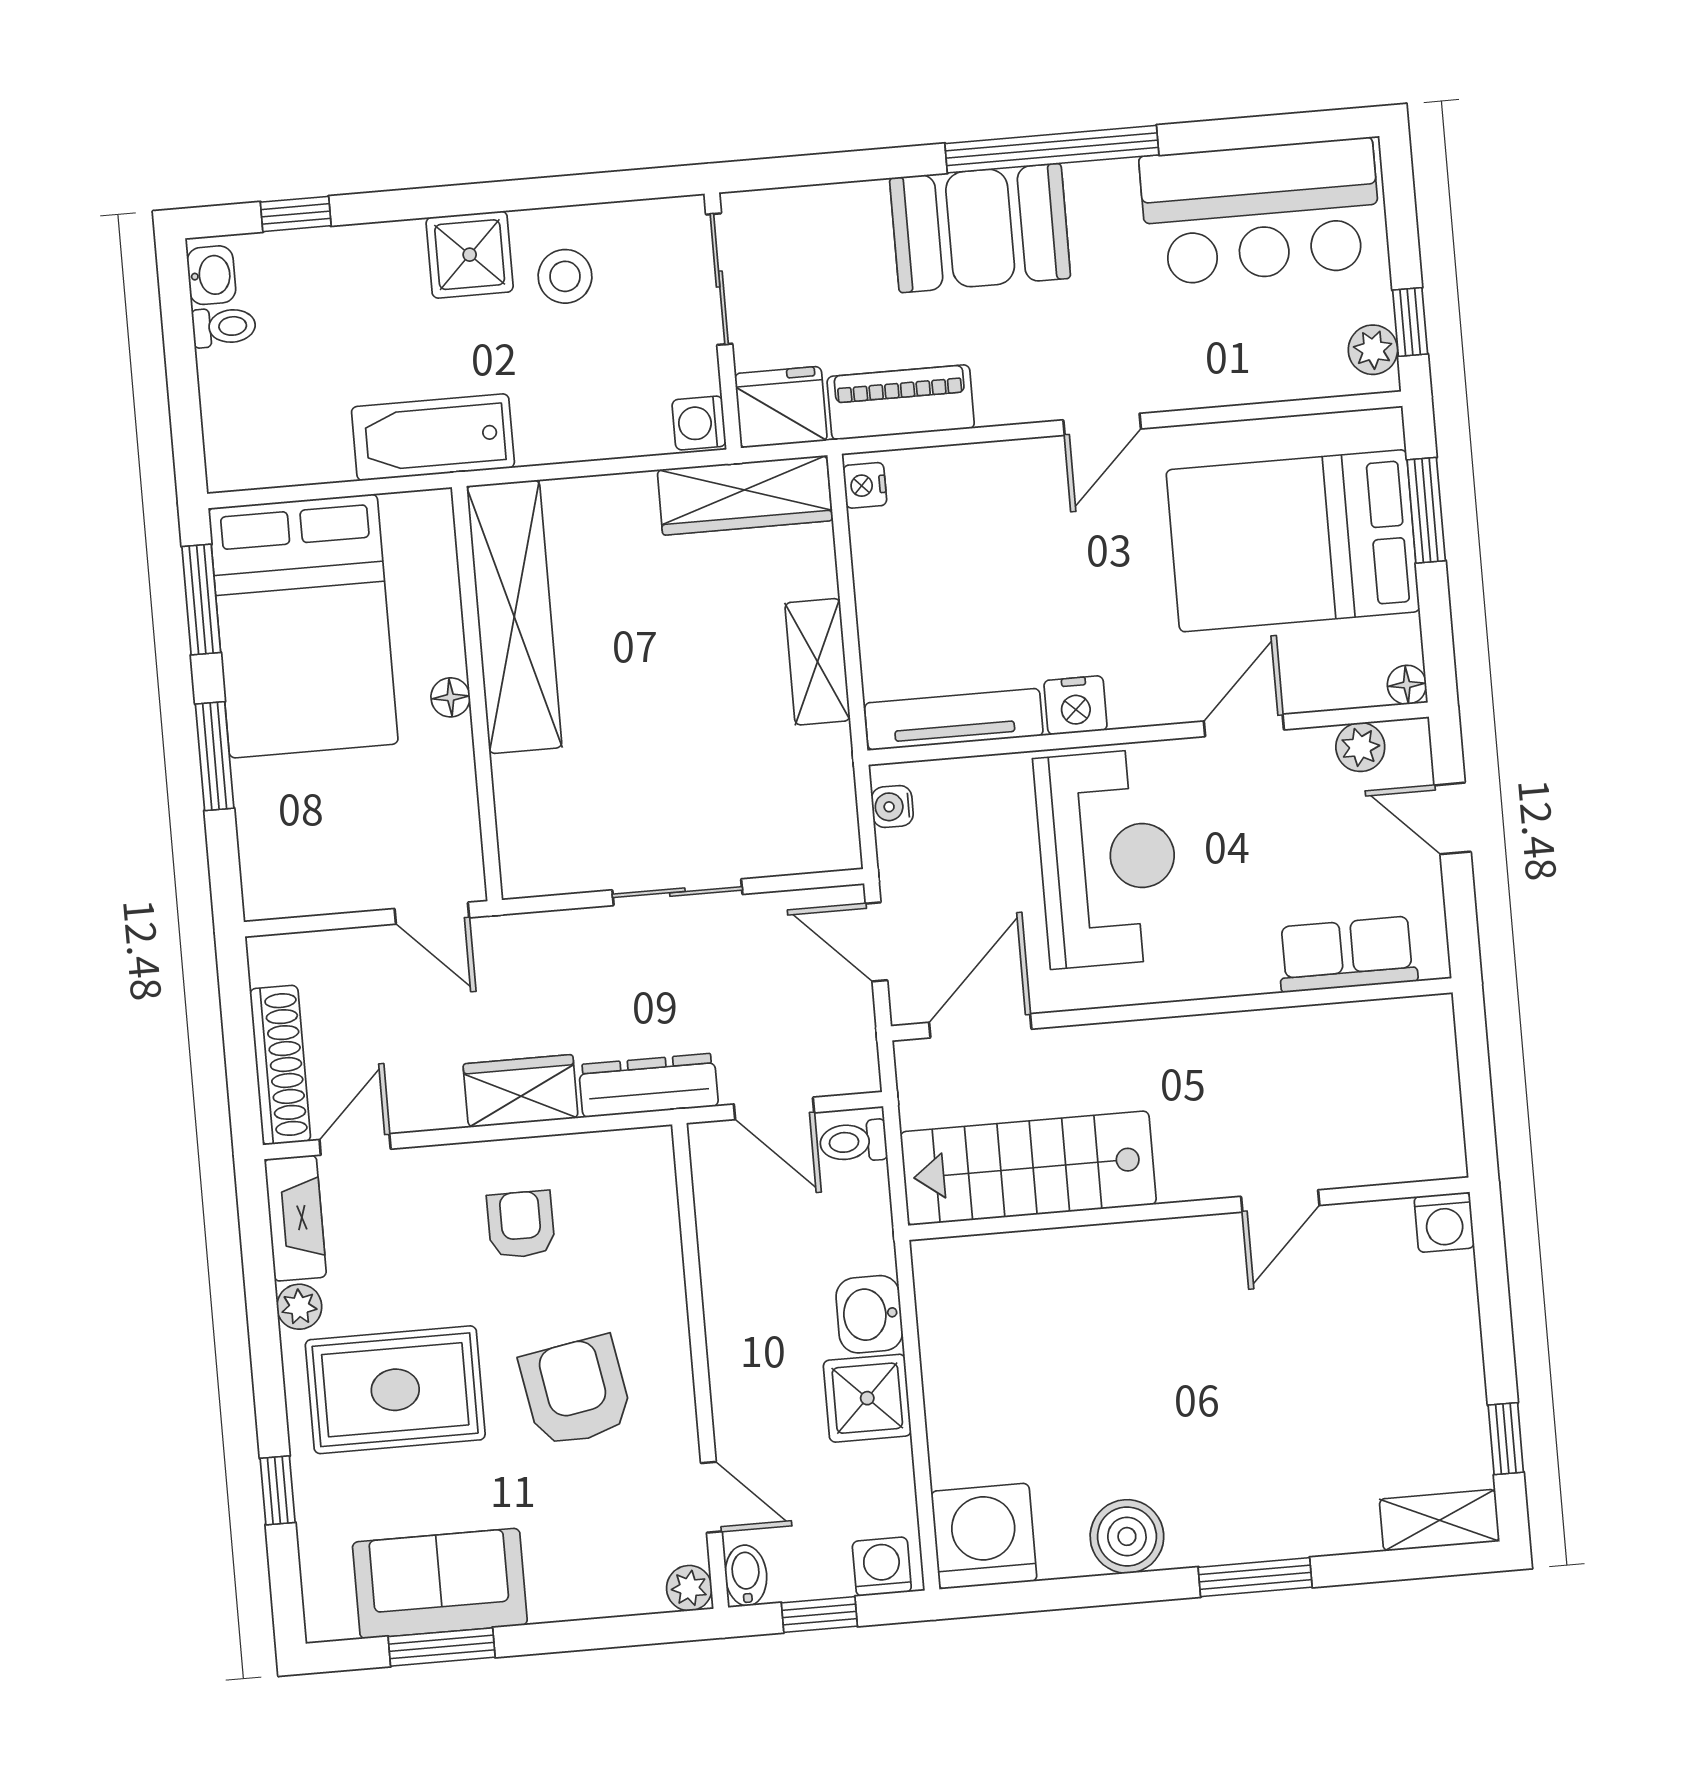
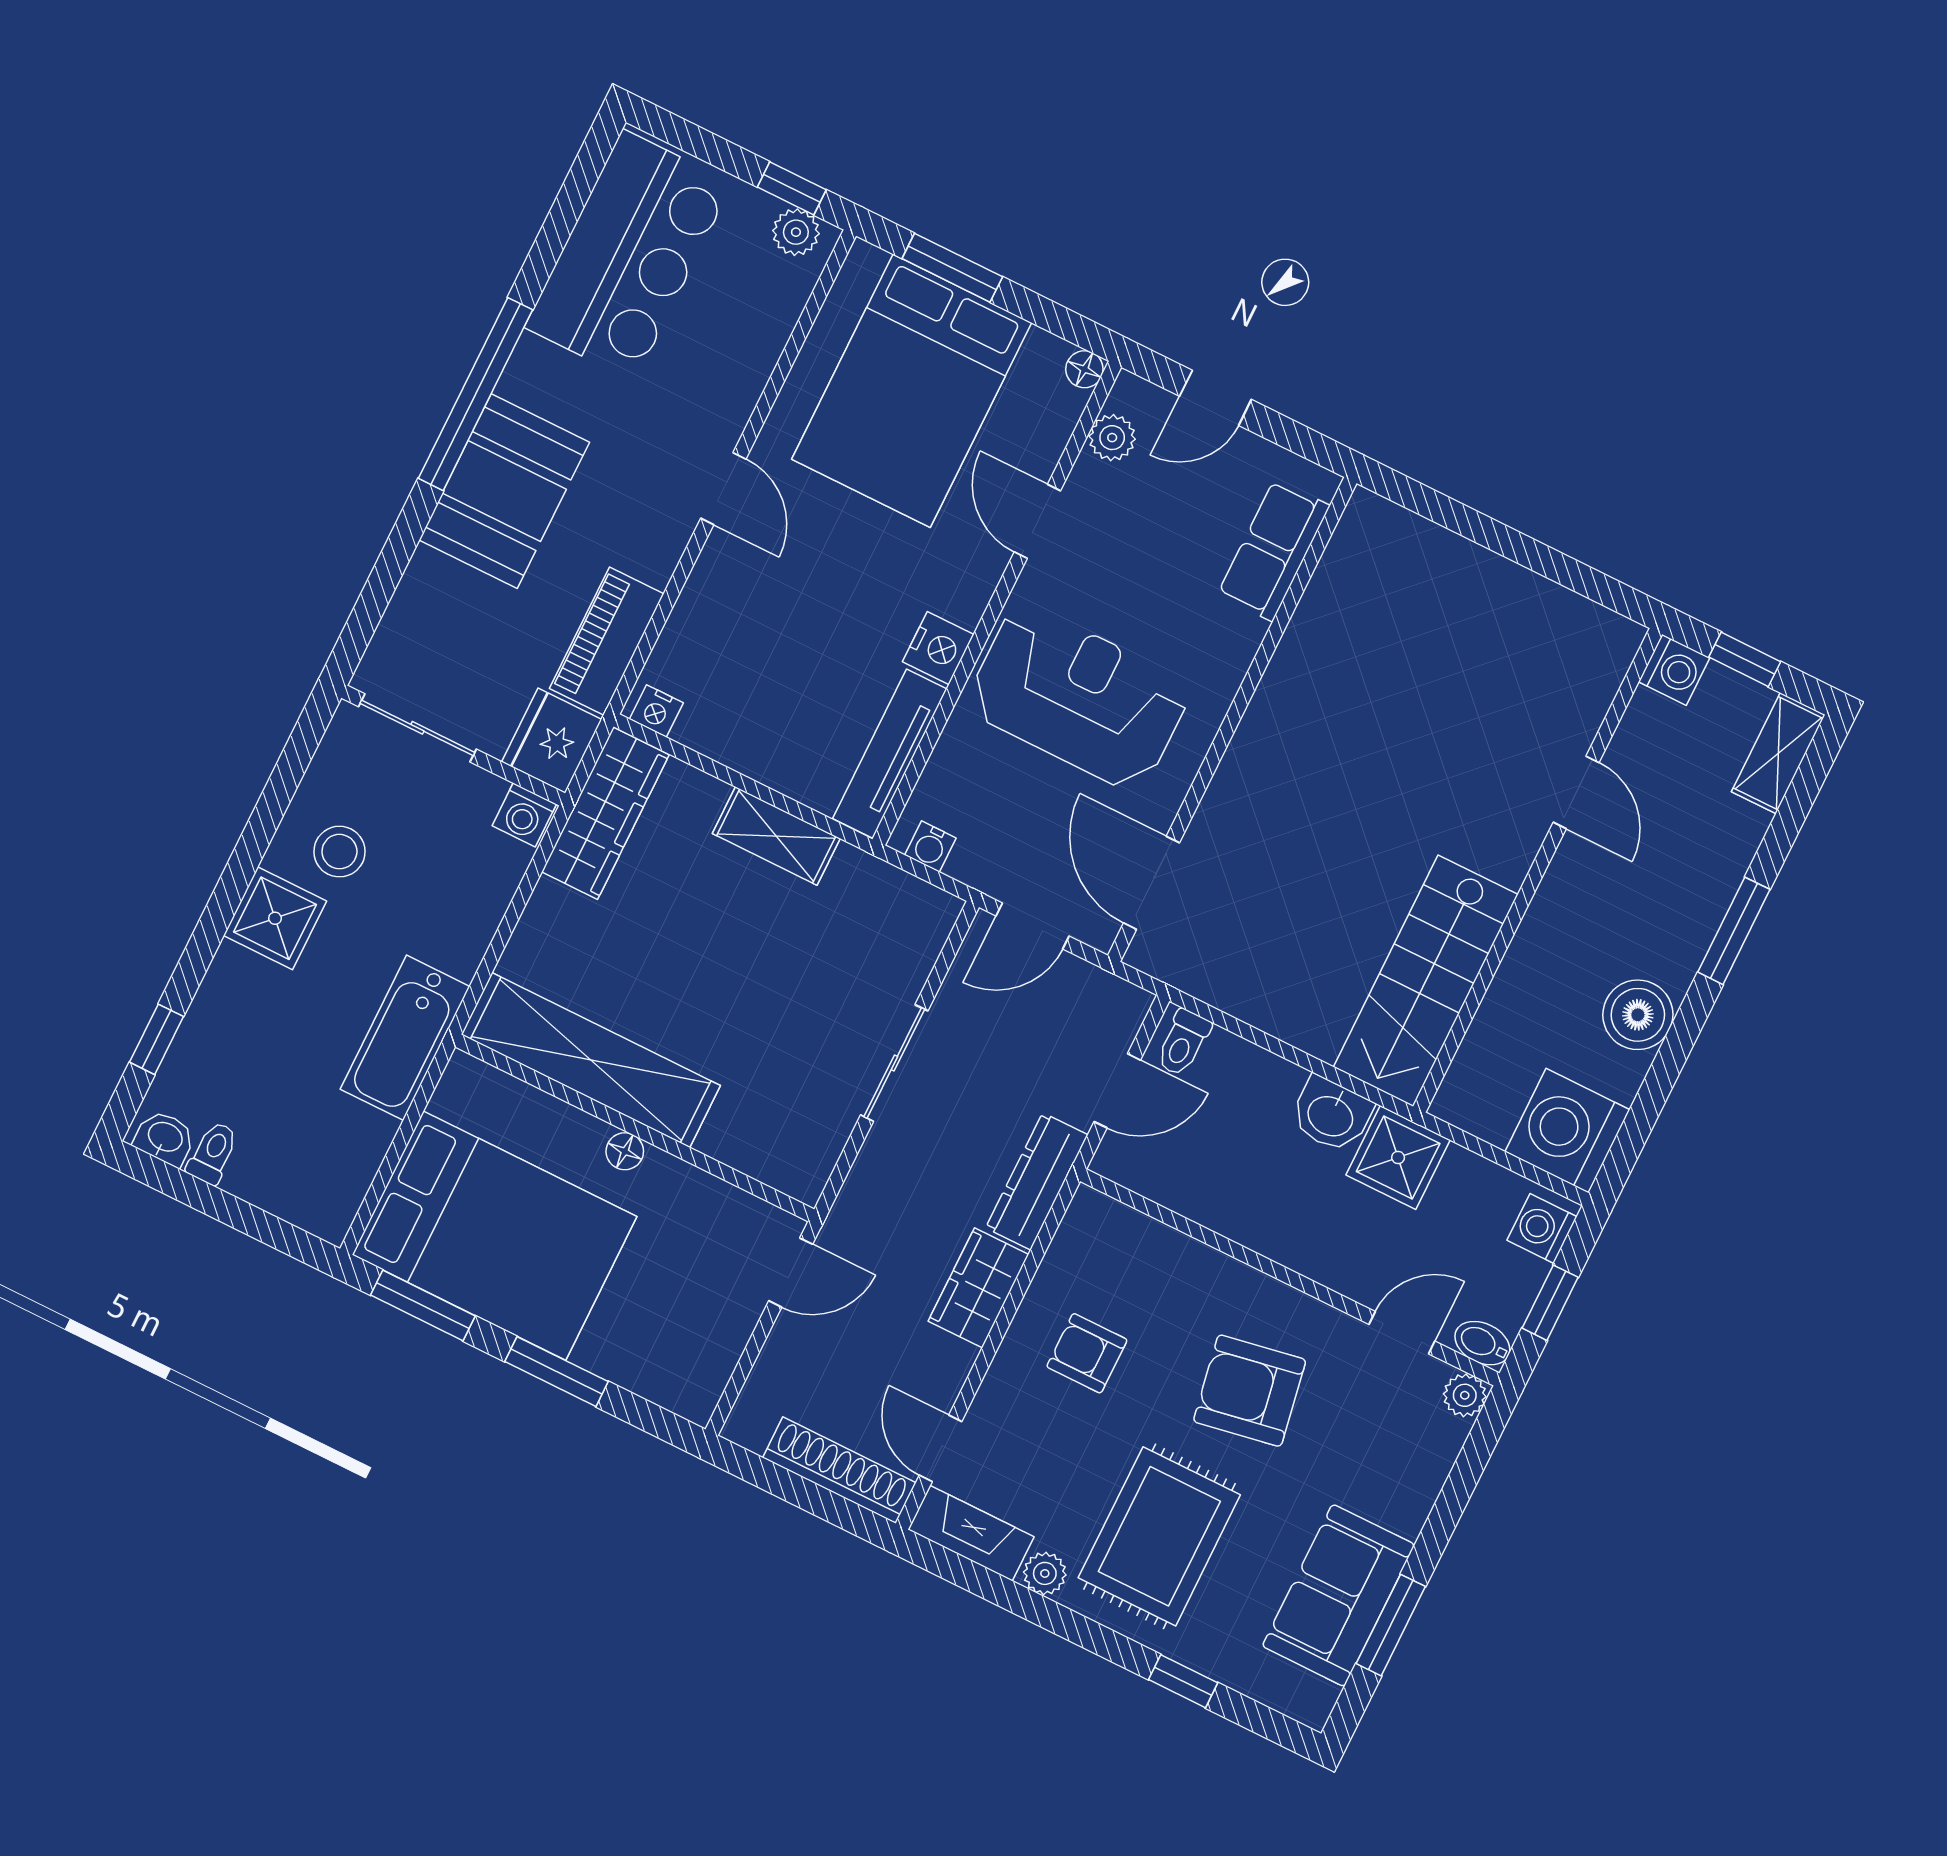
stairs: (1028, 1168) -> (1426, 981), moved
door: (1280, 1201) -> (1576, 792), moved
wall: (1189, 1209) -> (1538, 870), moved
washing machine: (1444, 1222) -> (1674, 670), moved

